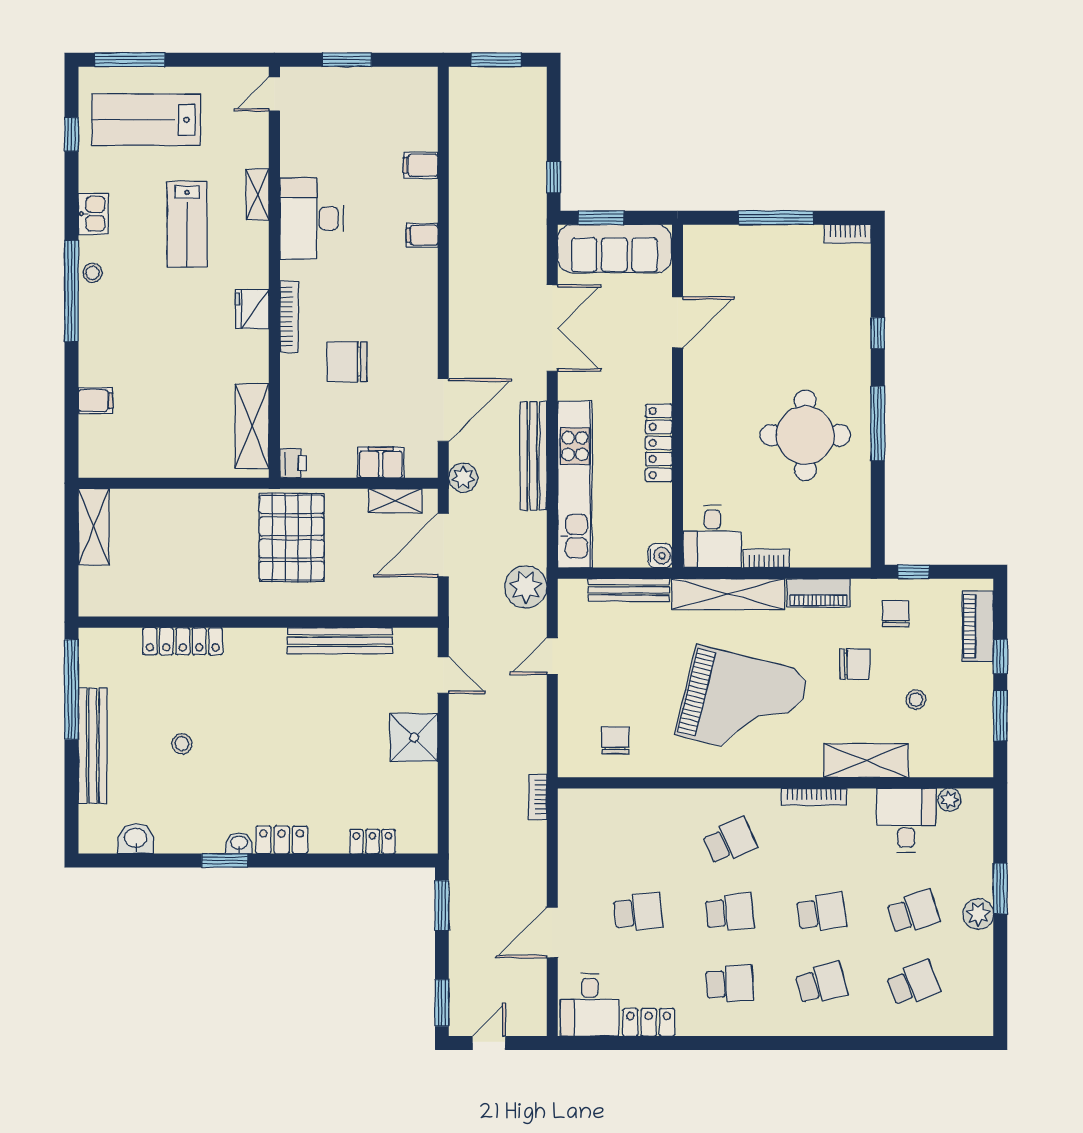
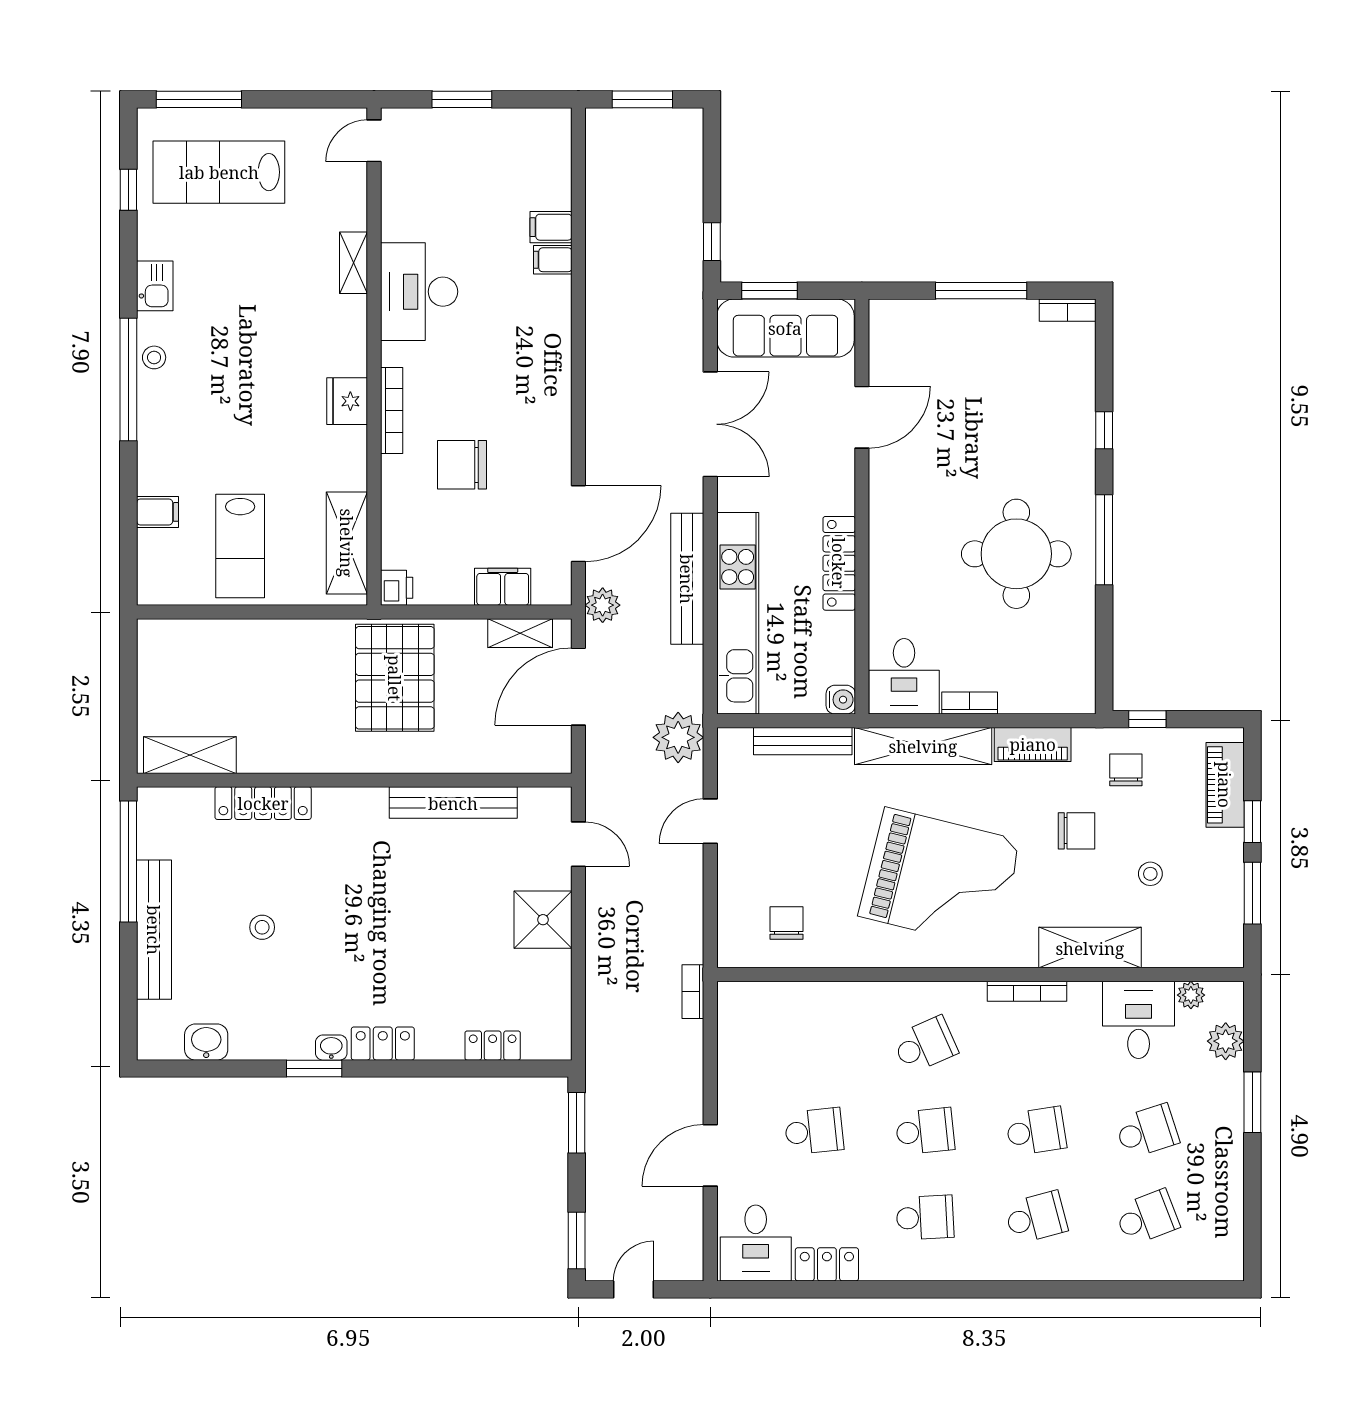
lab bench: (187, 224) -> (240, 546), moved
filing cabinet: (422, 235) -> (553, 260), moved
shelving: (94, 527) -> (190, 755), moved, turned 90
plant: (978, 914) -> (1226, 1041), moved

